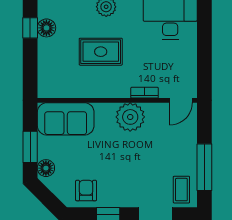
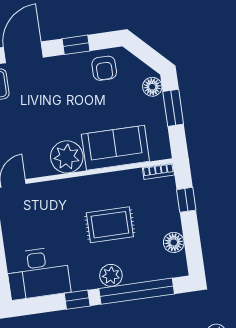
window: (30, 28) -> (186, 200), moved
bookcase: (145, 93) -> (158, 171), moved
sofa: (66, 119) -> (115, 148), moved

